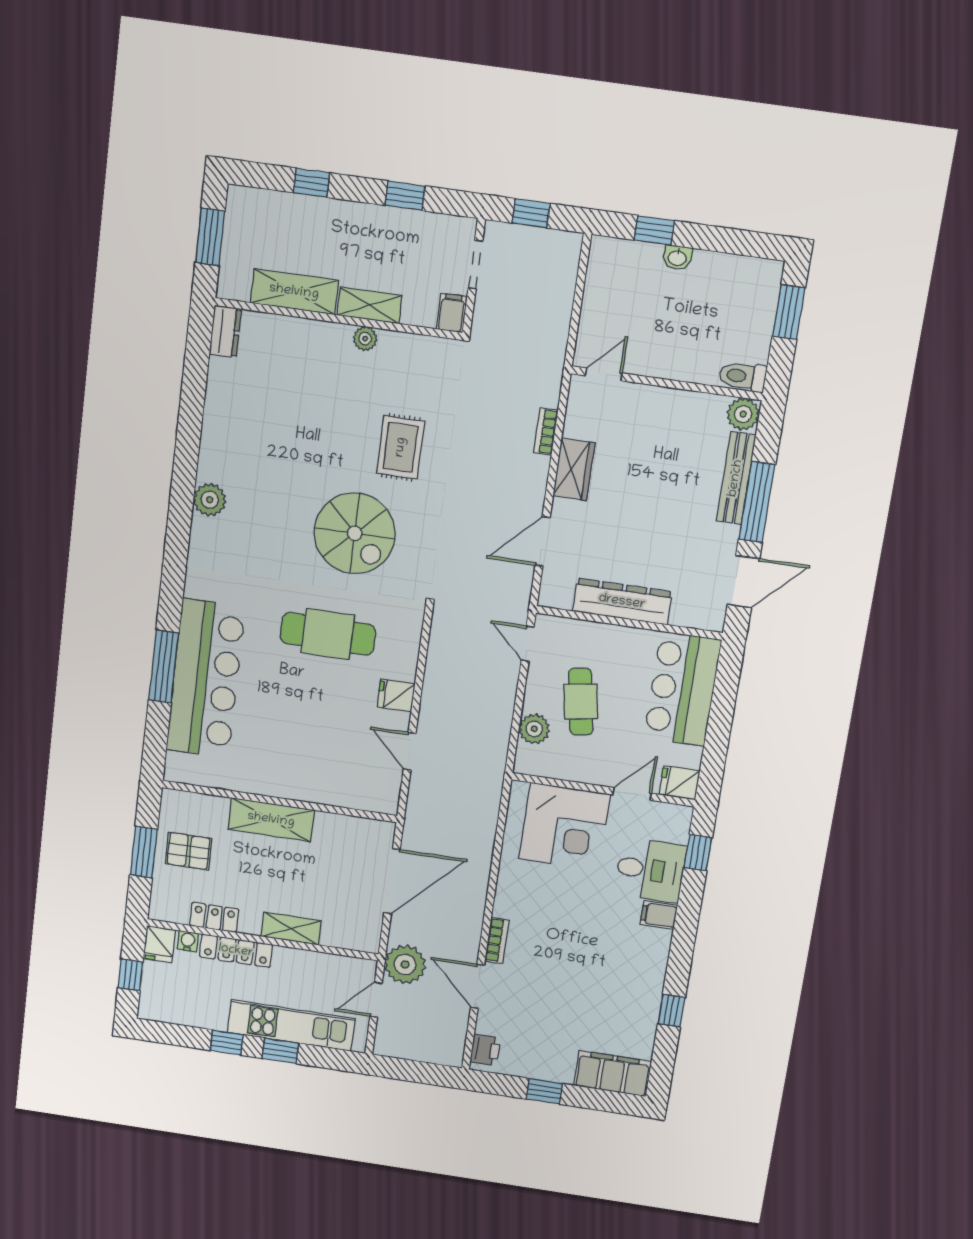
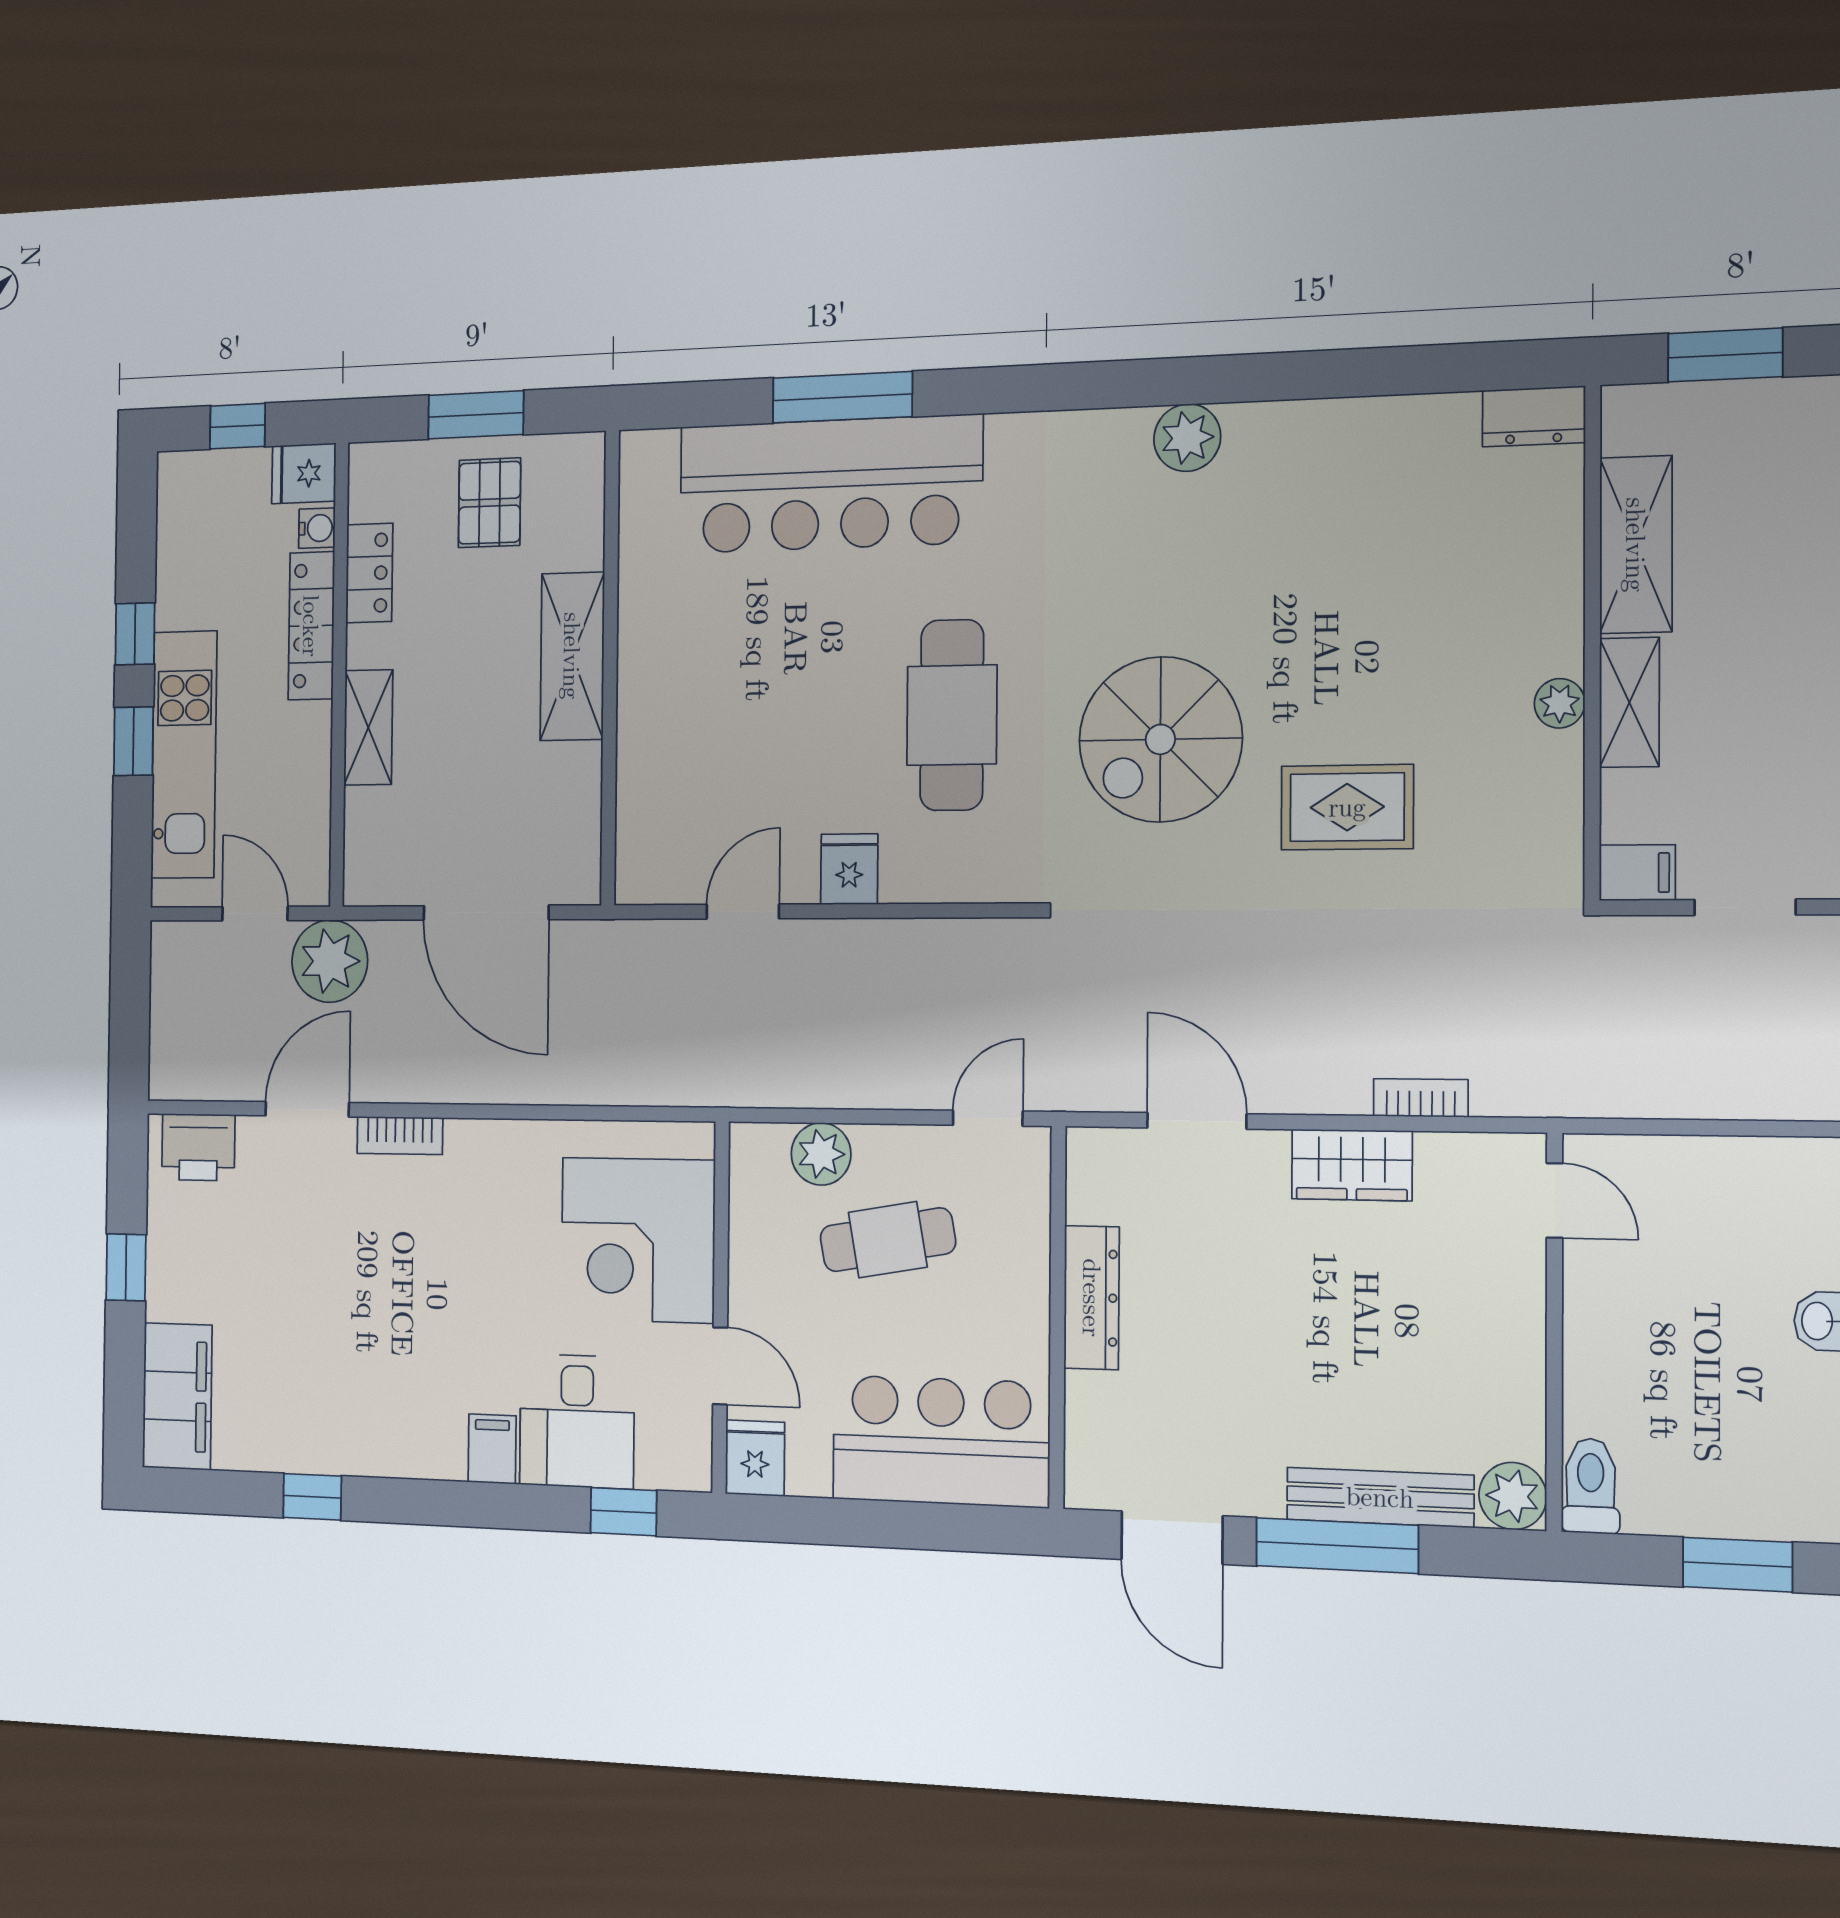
dresser: (622, 602) -> (1092, 1298), width x0.73, depth x0.80
printer: (485, 1050) -> (198, 1147), width x1.36, depth x1.24

